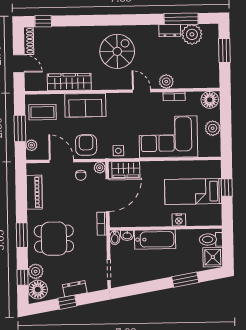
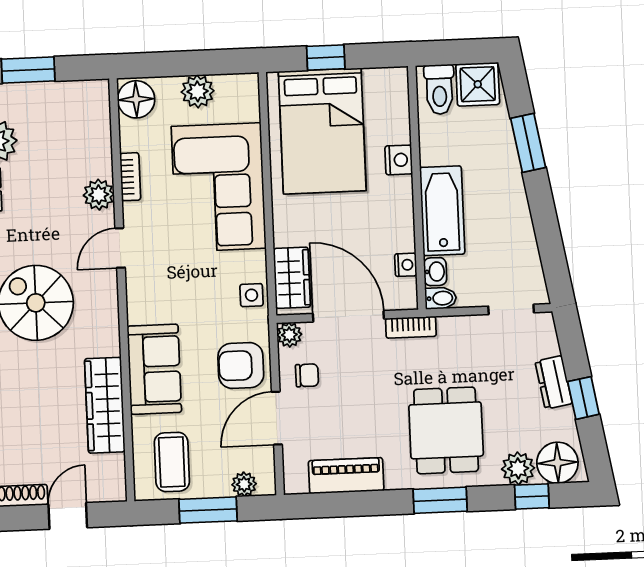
bed: (193, 191) -> (322, 131), width x1.50
nightstand: (131, 222) -> (406, 265), added

